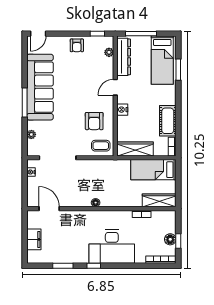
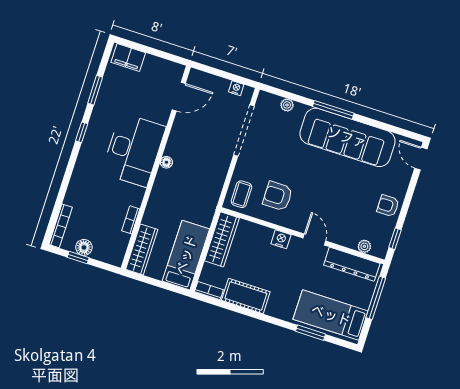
filing cabinet: (34, 239) -> (128, 58), moved
desk: (112, 247) -> (134, 150), moved, turned 180

